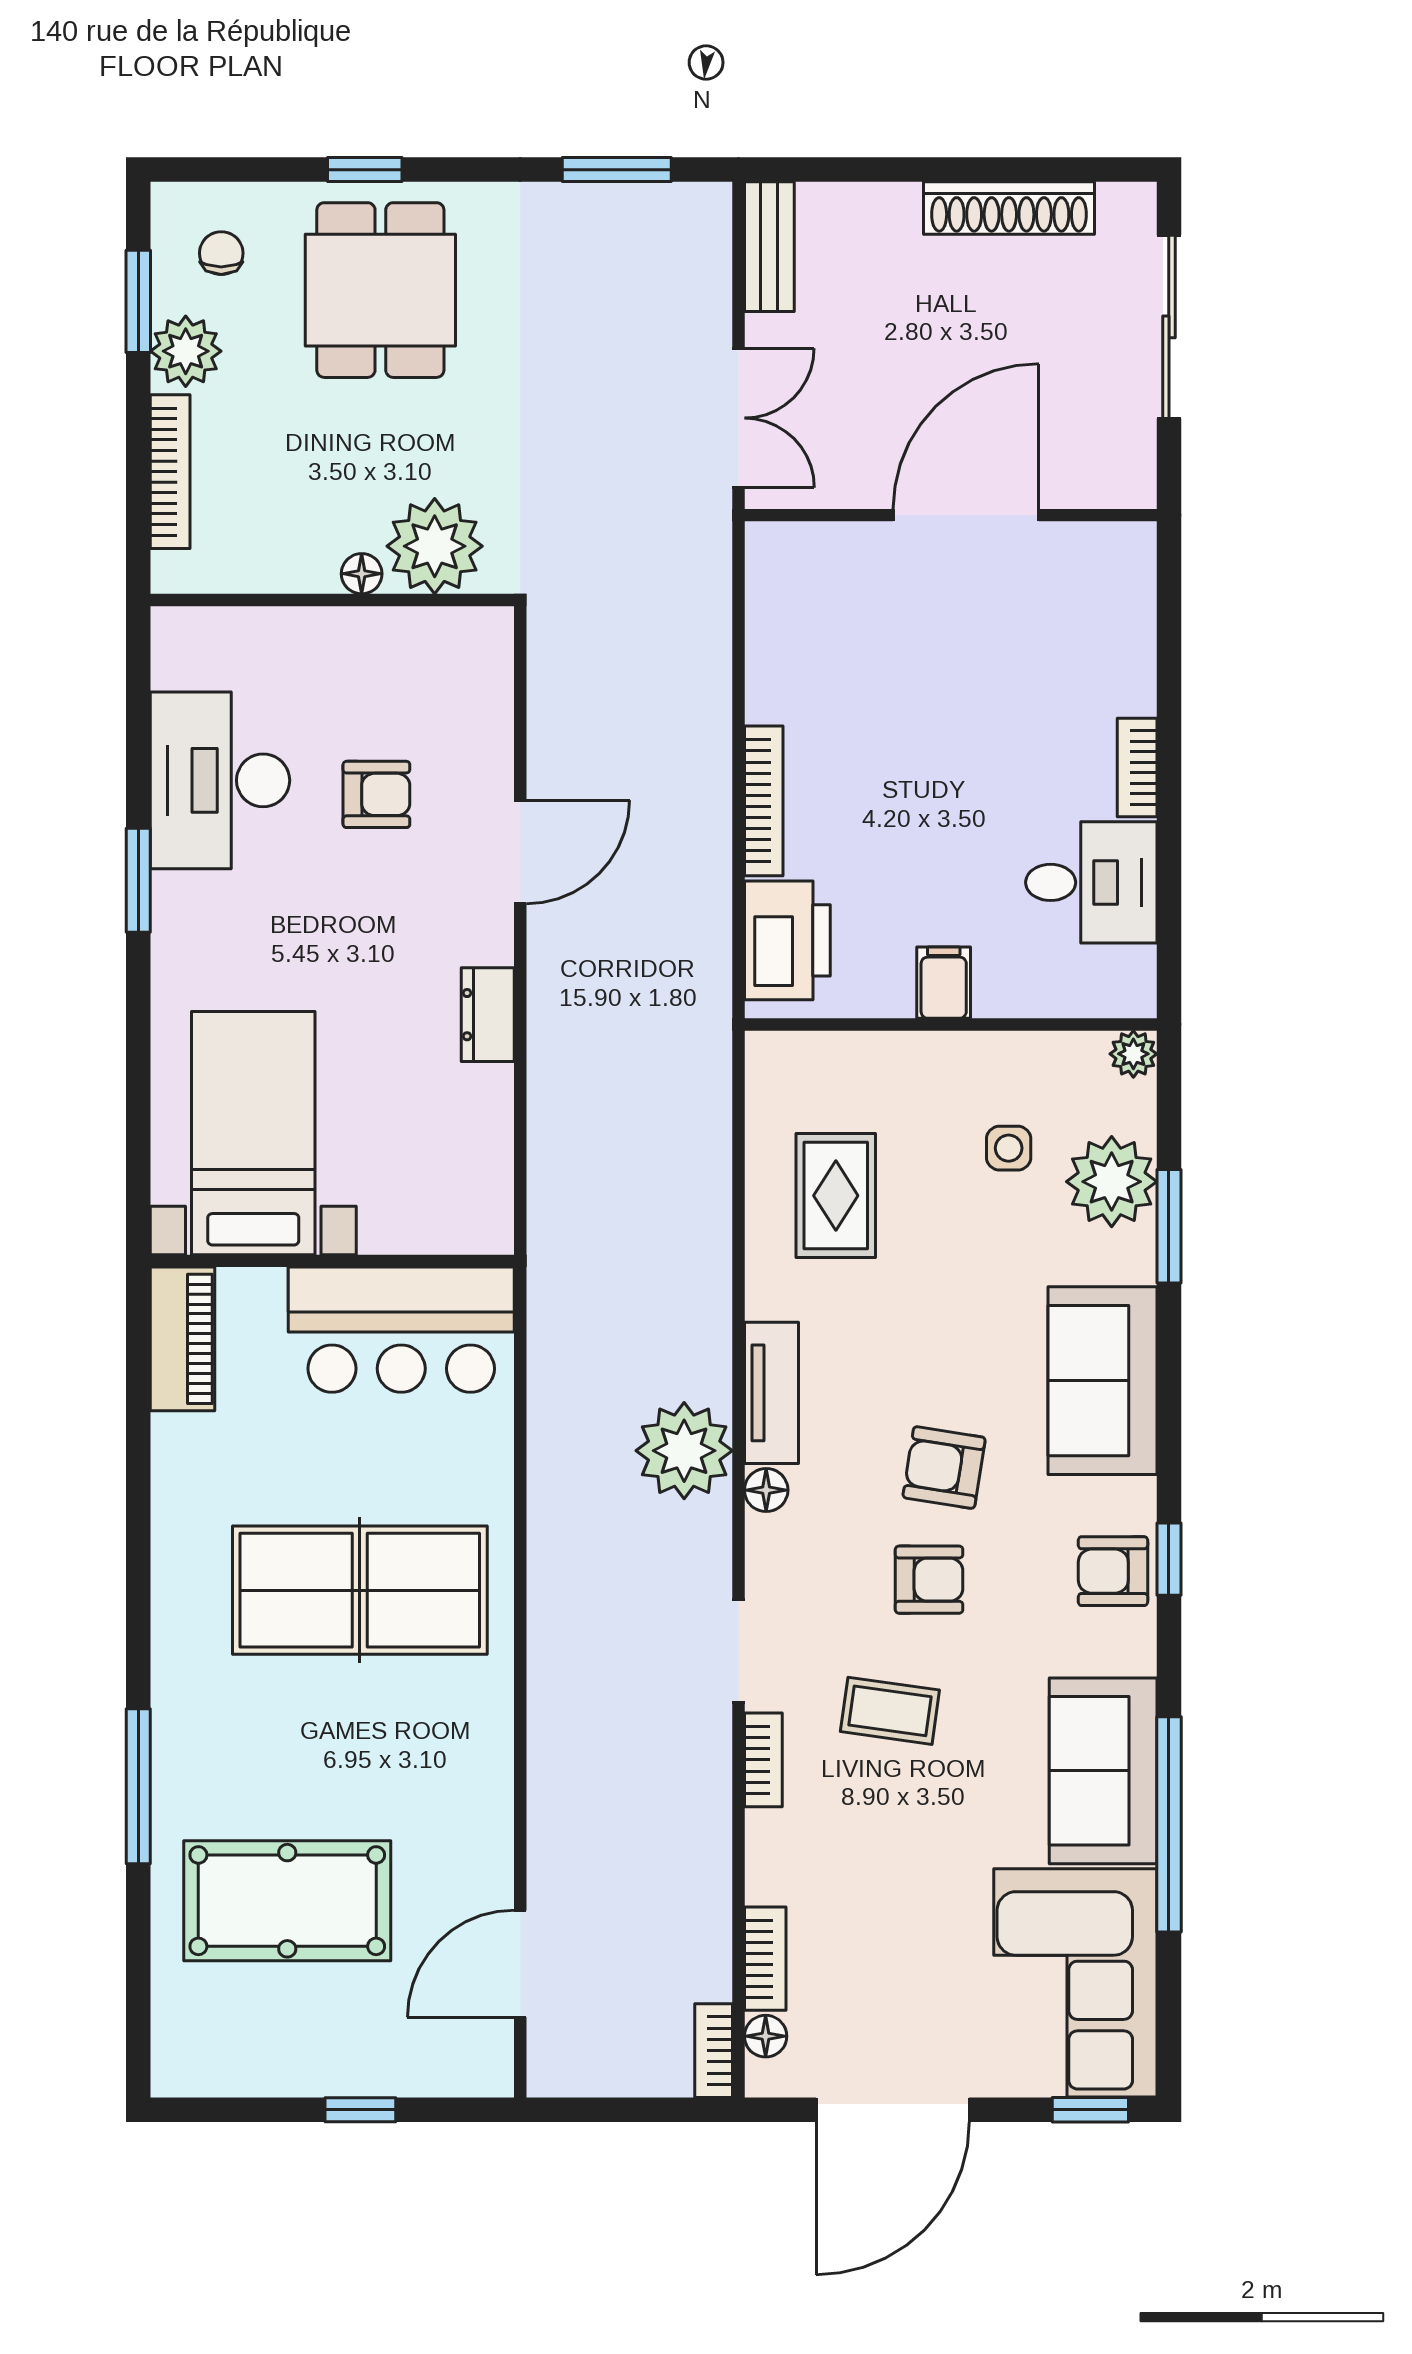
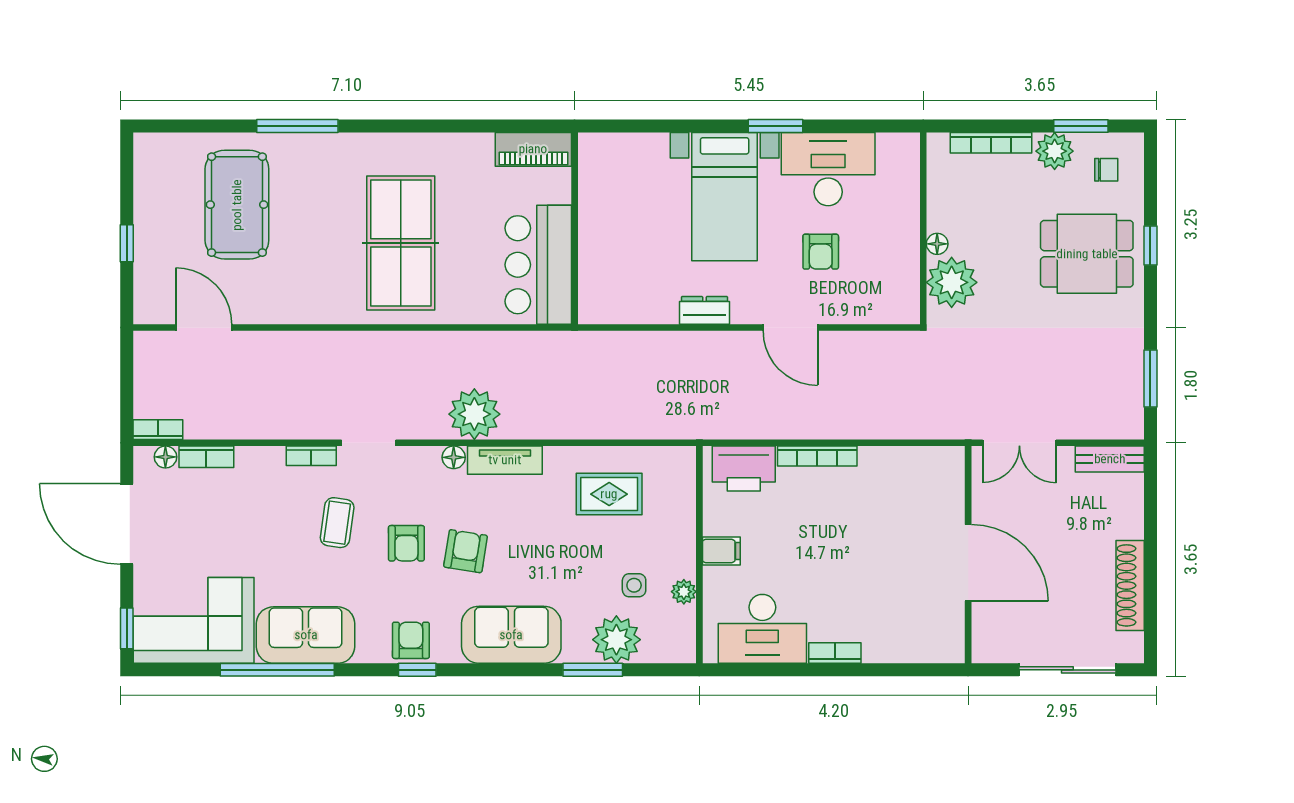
desk: (1091, 882) -> (762, 629), width x1.37
plant: (1133, 1054) -> (684, 592), moved
bed with nightstands: (253, 1133) -> (725, 197), moved, turned 90

